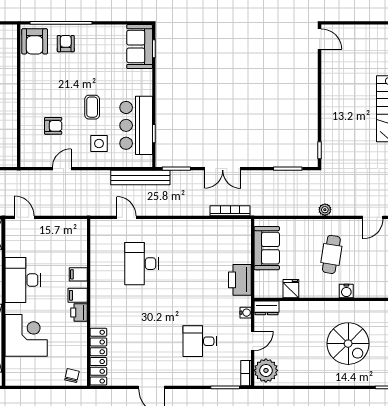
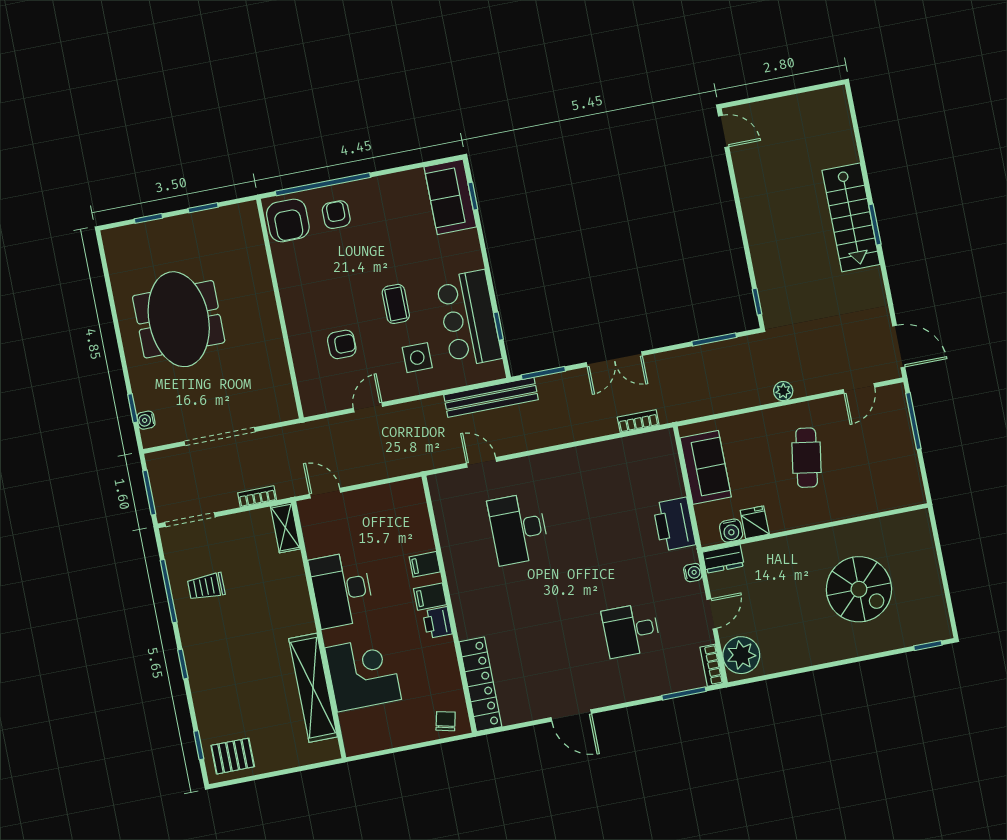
bookcase: (230, 211) -> (638, 421), width x0.64
water cooler: (346, 291) -> (731, 531), moved

